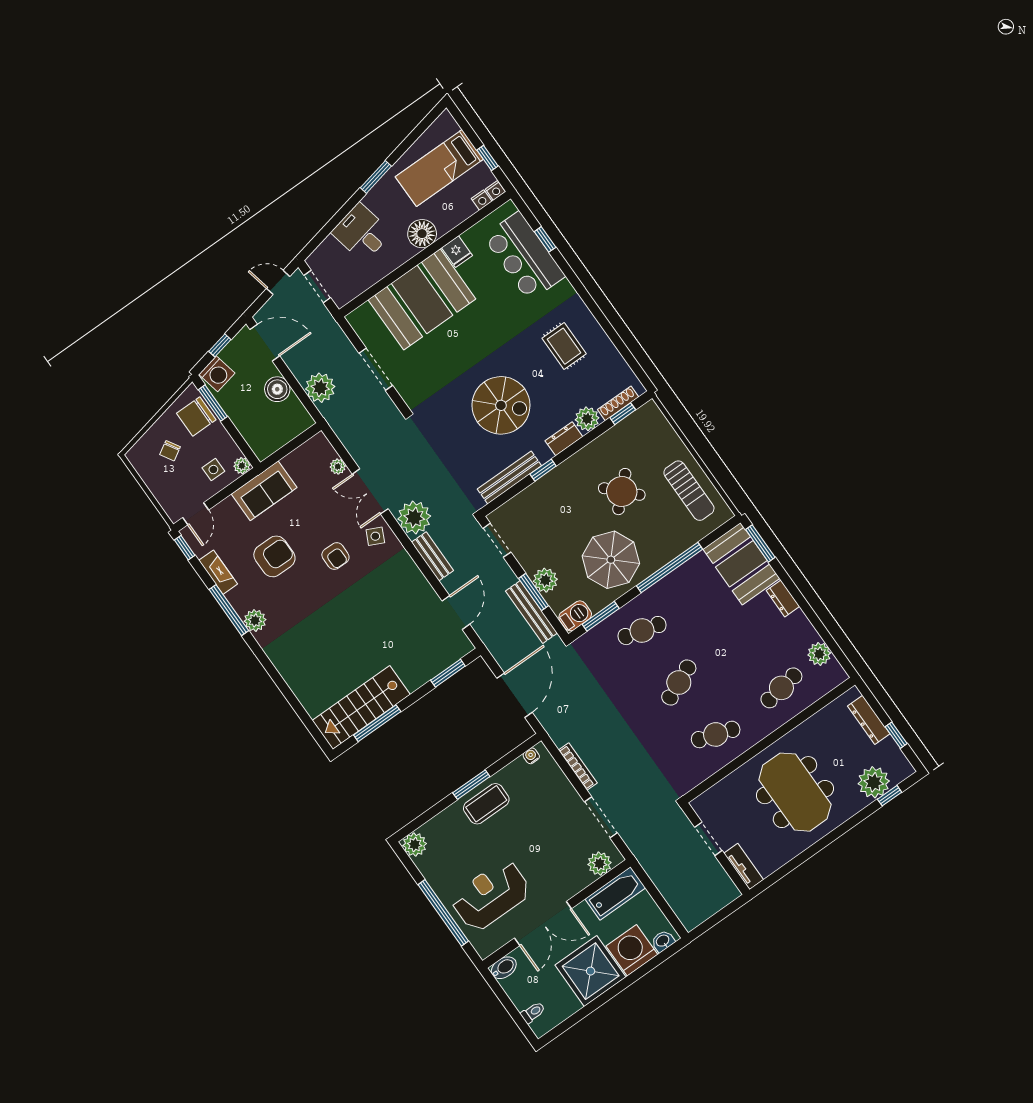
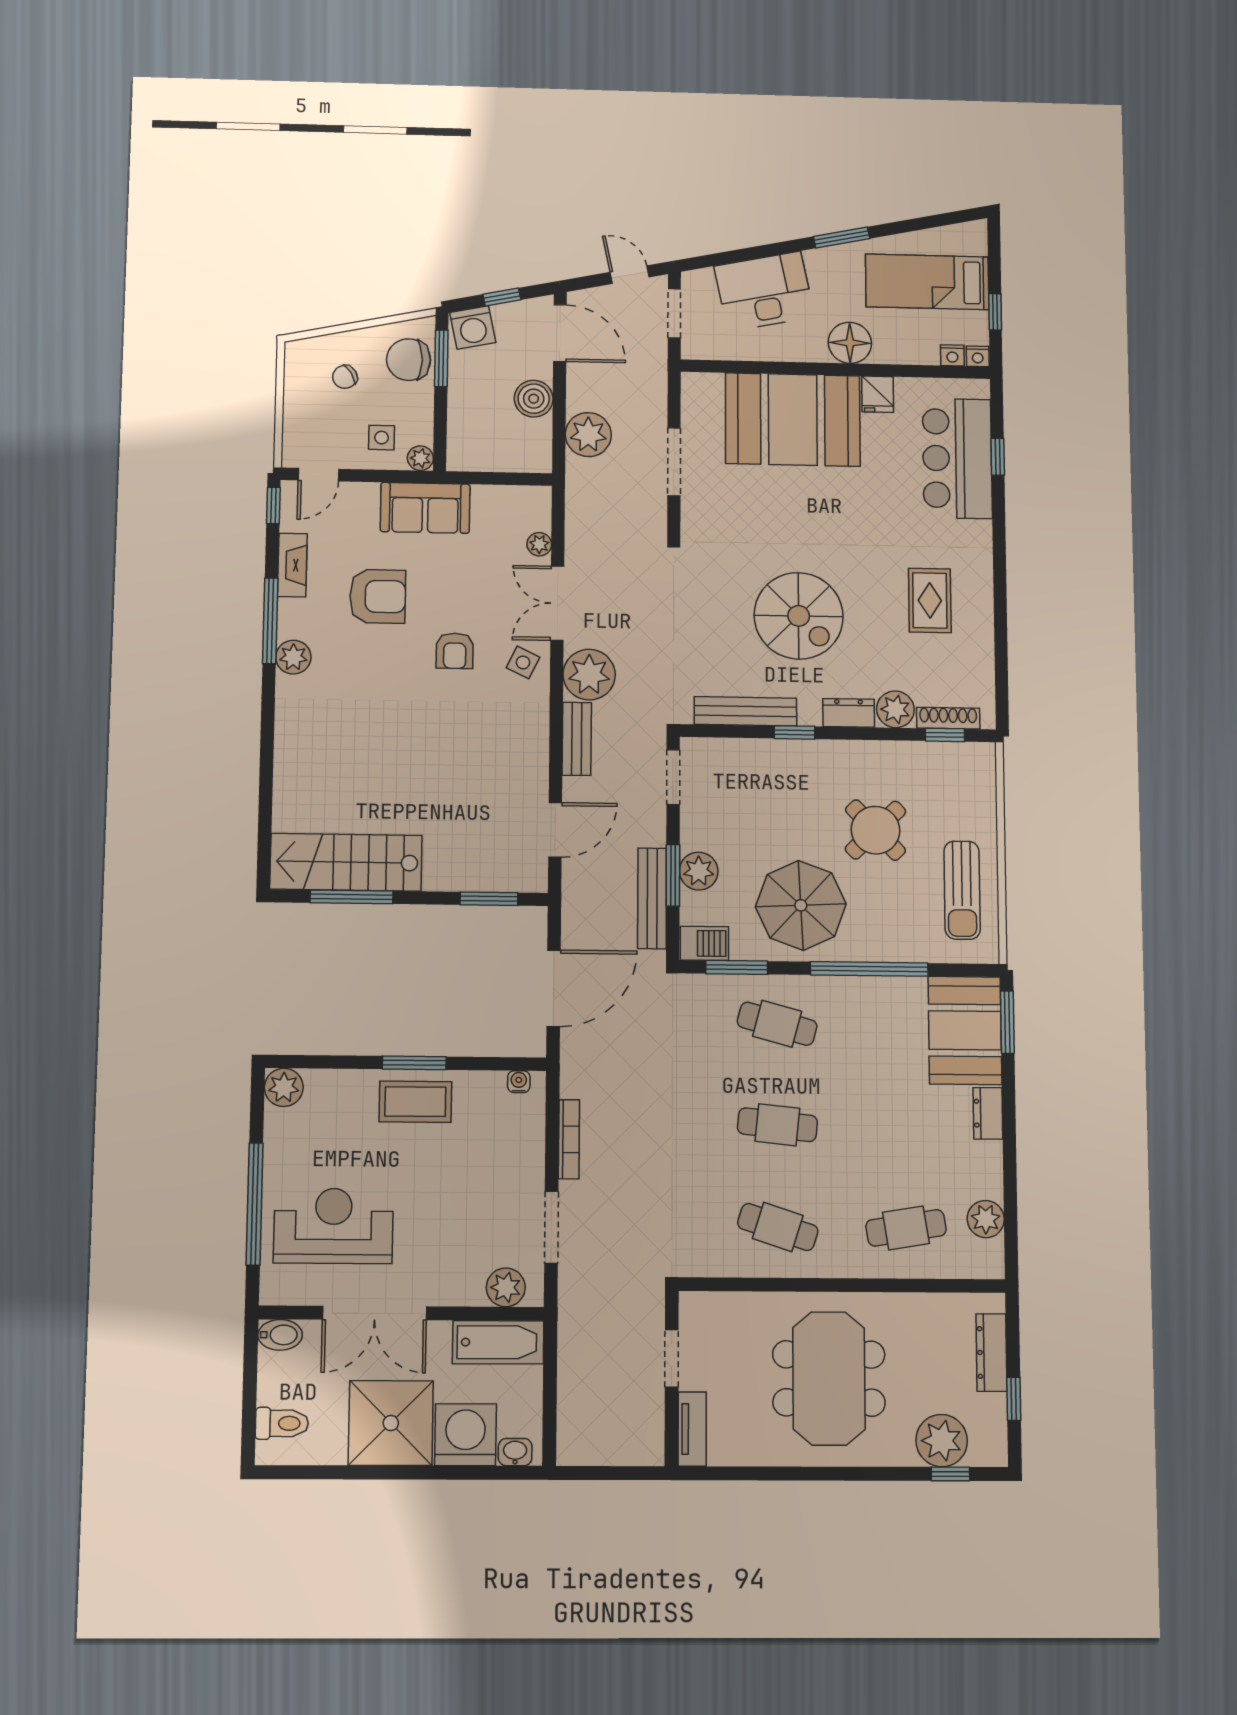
desk: (362, 233) -> (764, 291), width x1.37
cafe table: (679, 683) -> (777, 1125), turned 30
toilet: (533, 1012) -> (282, 1423), width x1.37, depth x1.39

